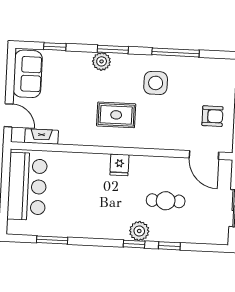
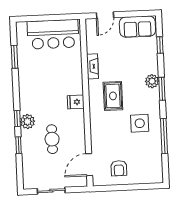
fireplace: (41, 137) -> (93, 66), moved

